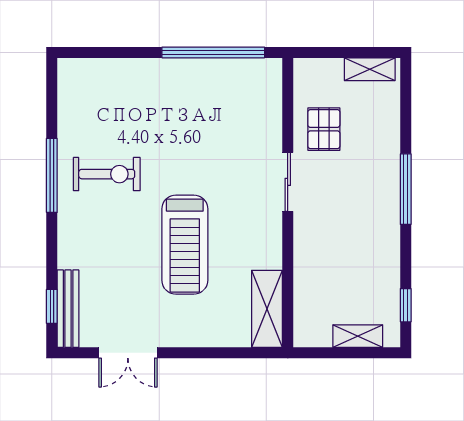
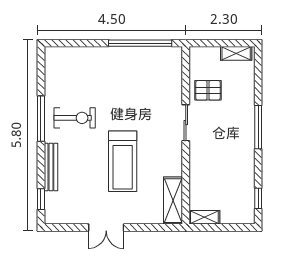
pallet: (324, 129) -> (208, 90), turned 90
bench: (68, 309) -> (51, 167), moved
shelving: (358, 336) -> (204, 217), moved
double door: (128, 353) -> (106, 228), moved

